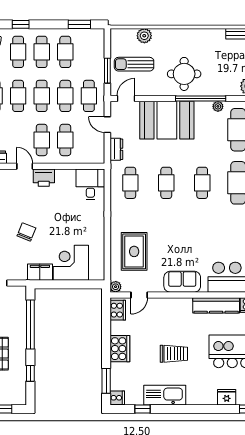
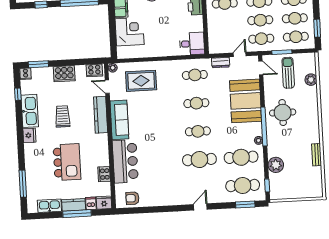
cafe table: (65, 140) -> (296, 37), moved
sofa: (182, 282) -> (119, 120), width x1.36
kitchen counter: (216, 305) -> (101, 115), moved
trolley: (174, 354) -> (63, 116), turned 180
fridge: (227, 397) -> (29, 135), moved

